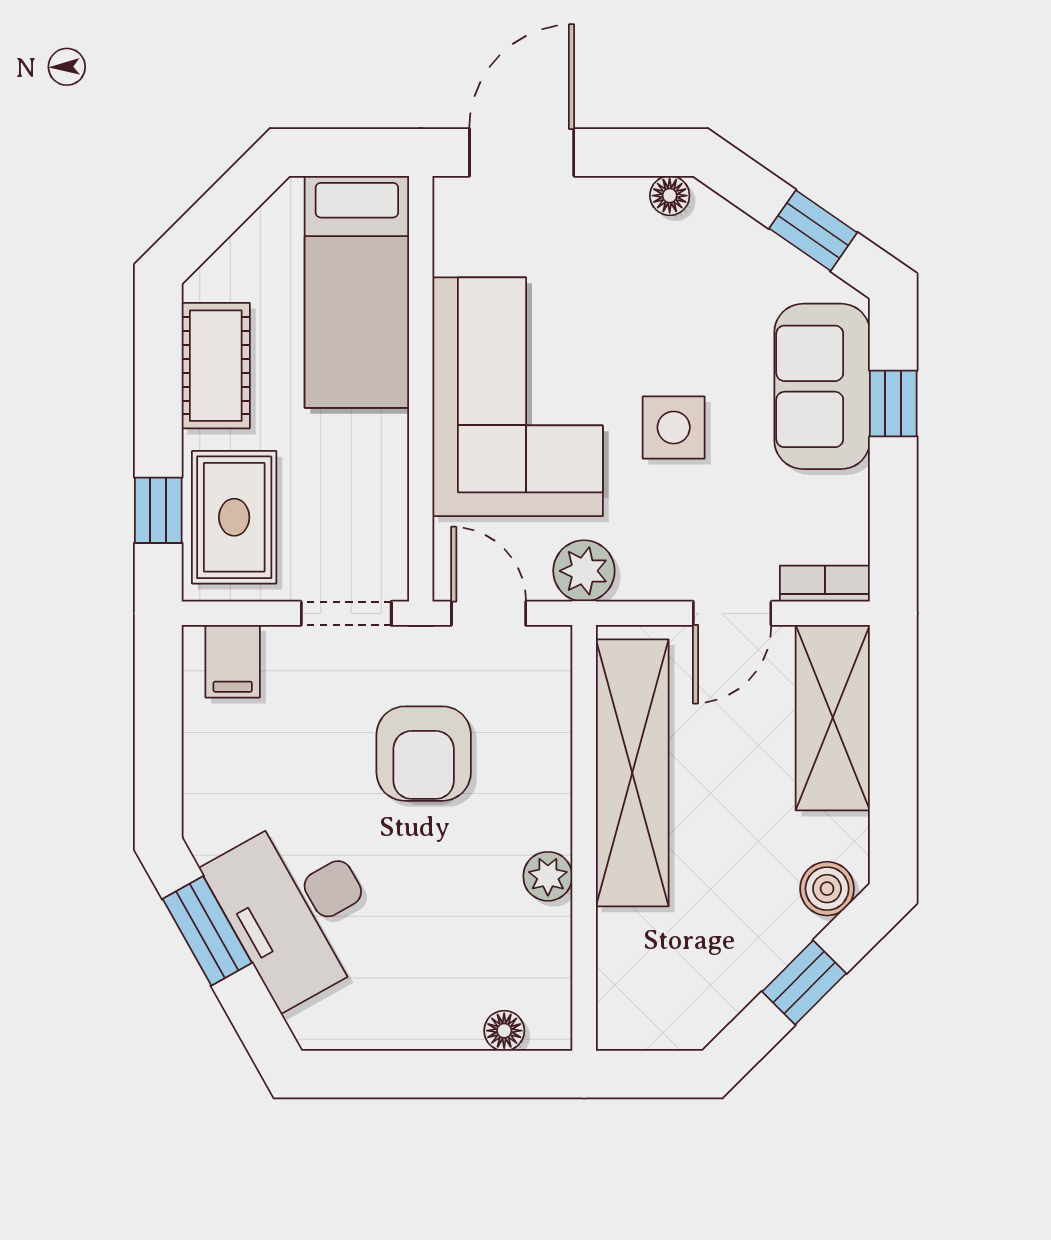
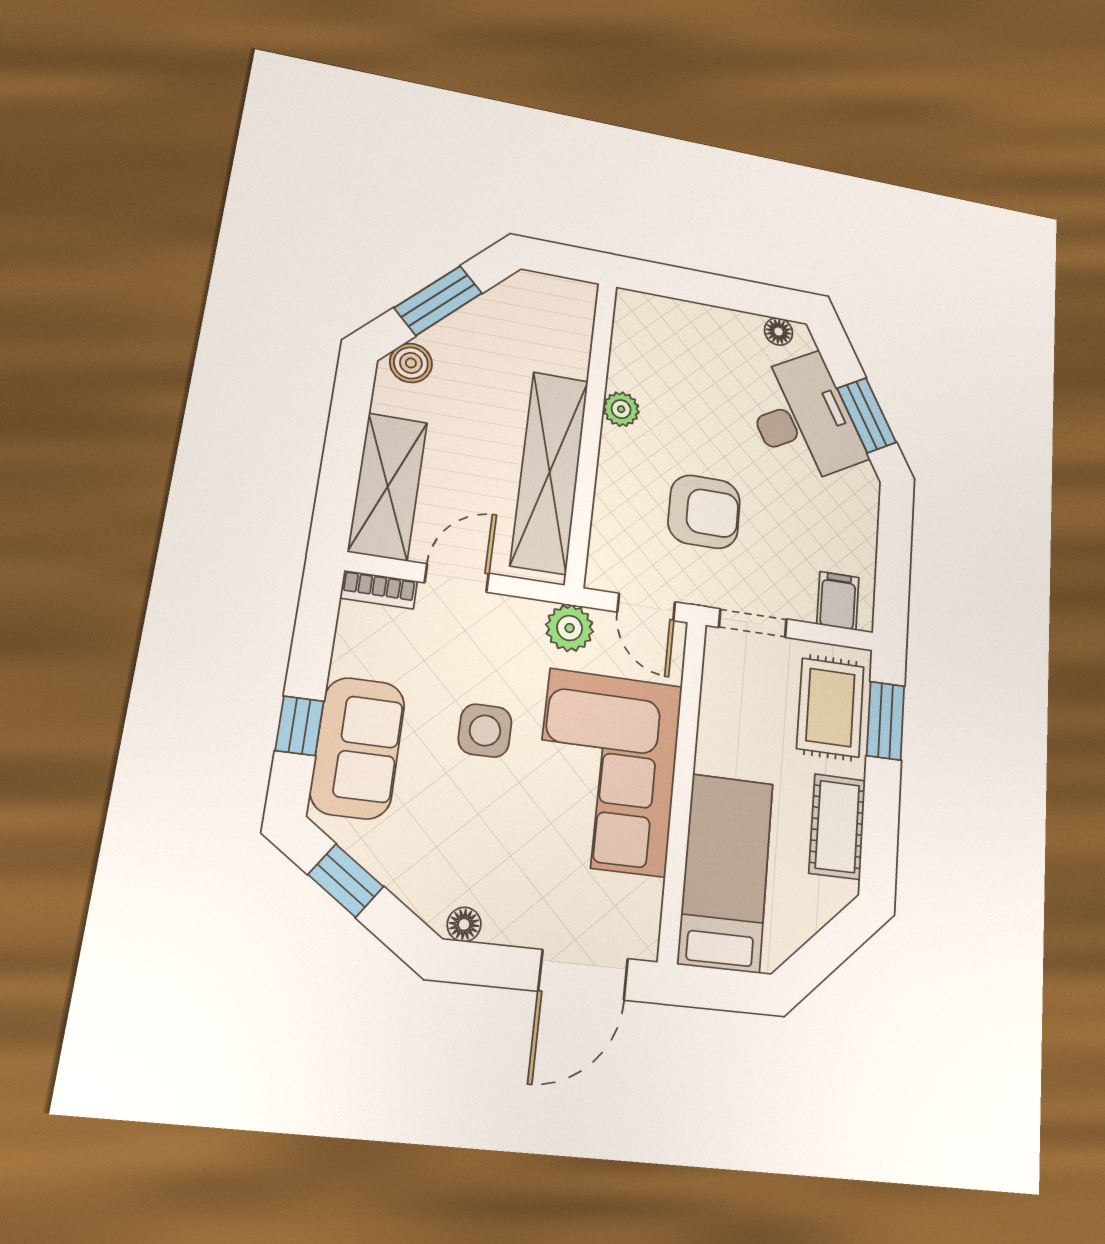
window: (158, 510) -> (886, 721), width x1.50
armchair: (424, 754) -> (704, 512), turned 90
window: (804, 983) -> (438, 300), width x1.50
floor lamp: (504, 1031) -> (779, 332), moved

